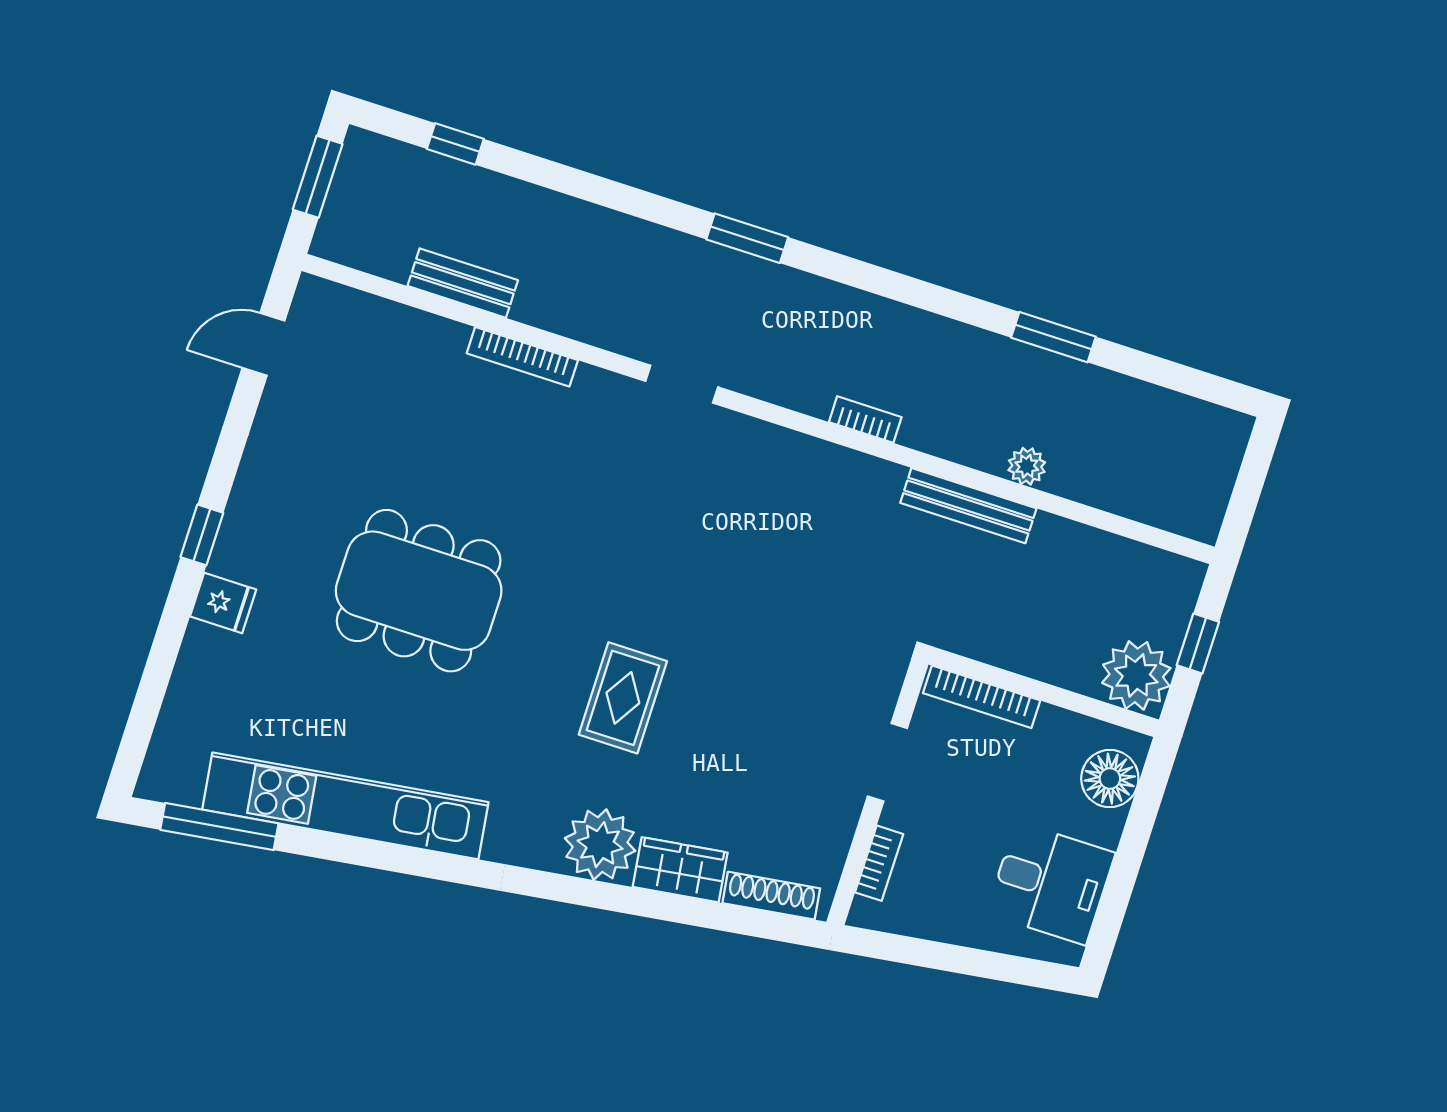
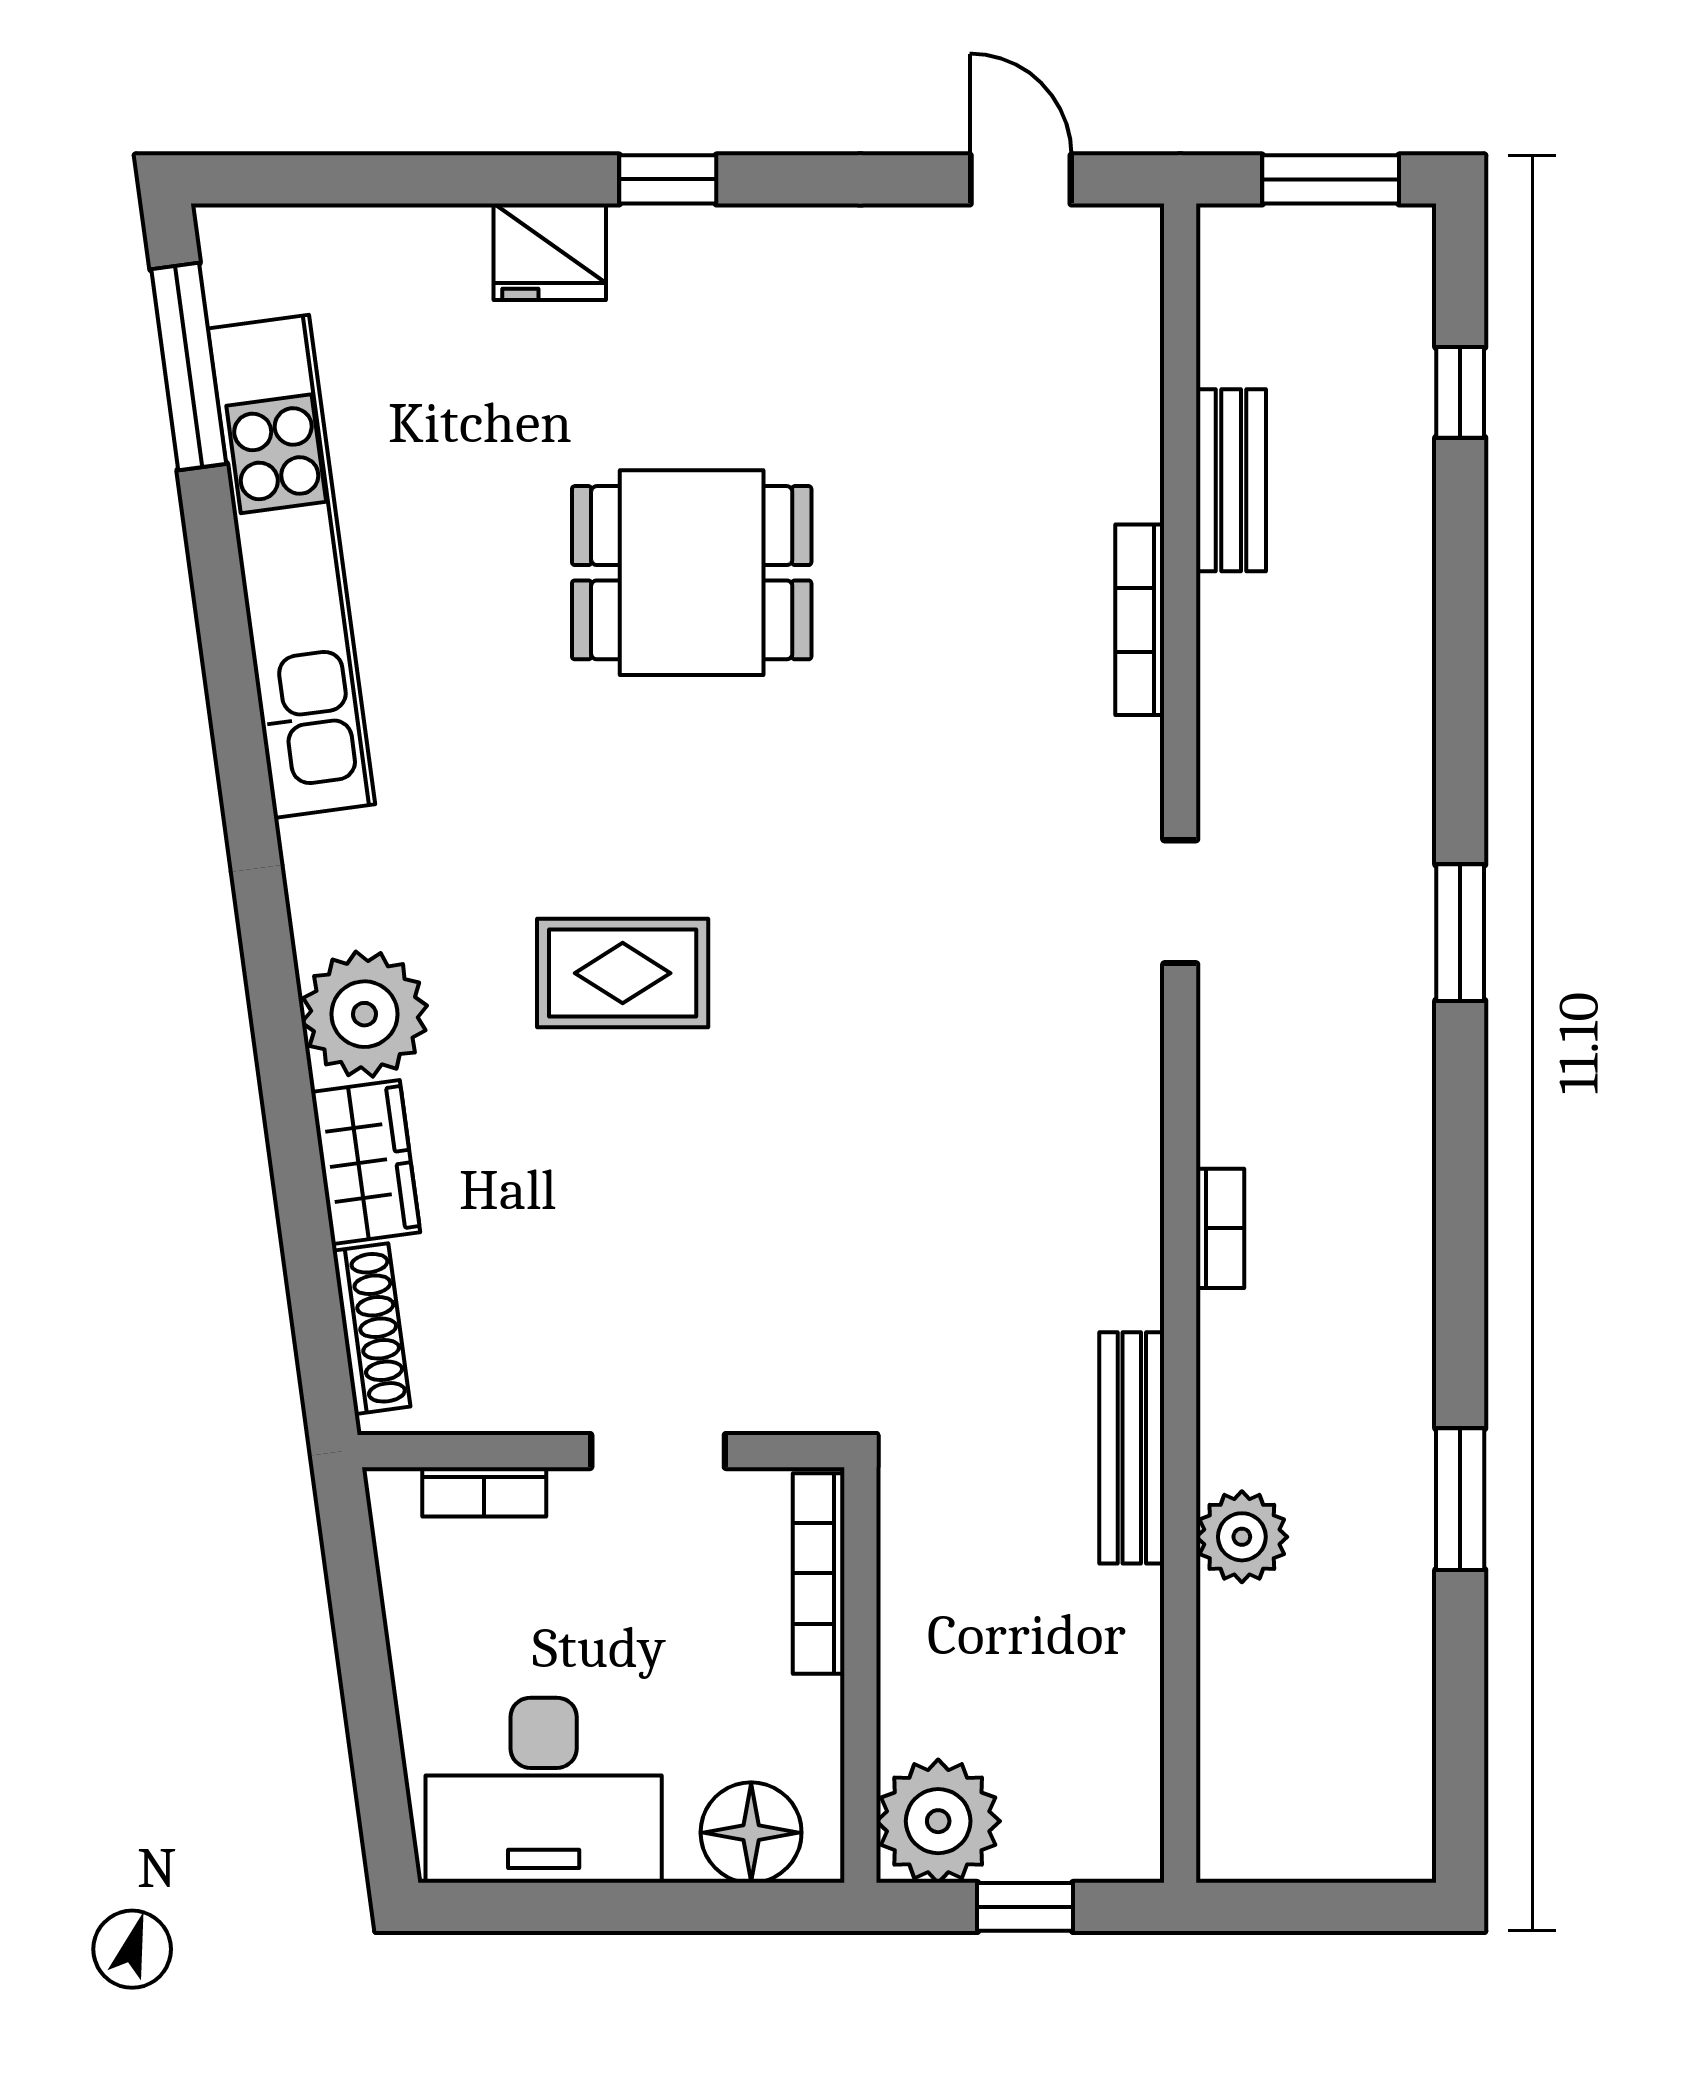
plant: (1027, 466) -> (1242, 1537), width x1.38, depth x1.38
dining table: (419, 591) -> (692, 573), width x0.73
fridge: (223, 603) -> (550, 252), width x1.38
desk: (1051, 883) -> (544, 1790), width x1.37

